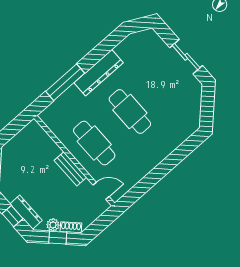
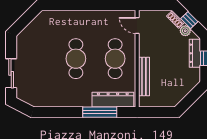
sliding door: (186, 57) -> (11, 73), moved
dresser: (99, 73) -> (113, 100), moved
bench: (70, 169) -> (144, 76), moved, width x1.36

